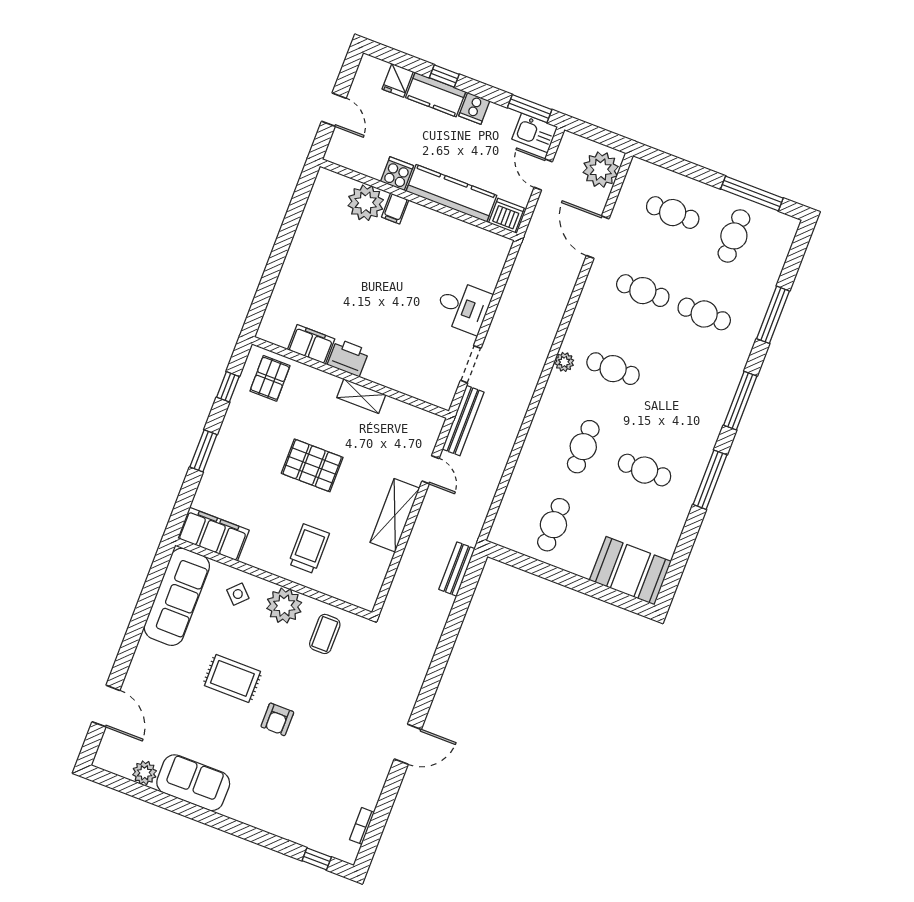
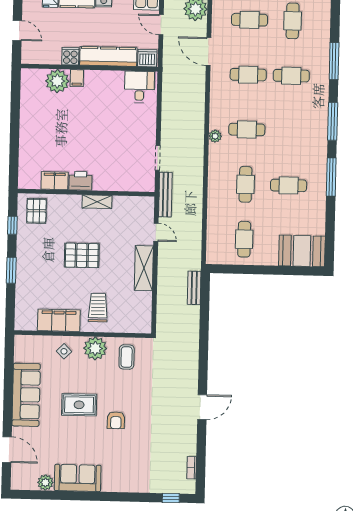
desk: (463, 307) -> (139, 87), moved, turned -90
filing cabinet: (213, 534) -> (59, 320), moved
sofa: (177, 597) -> (26, 395), moved

